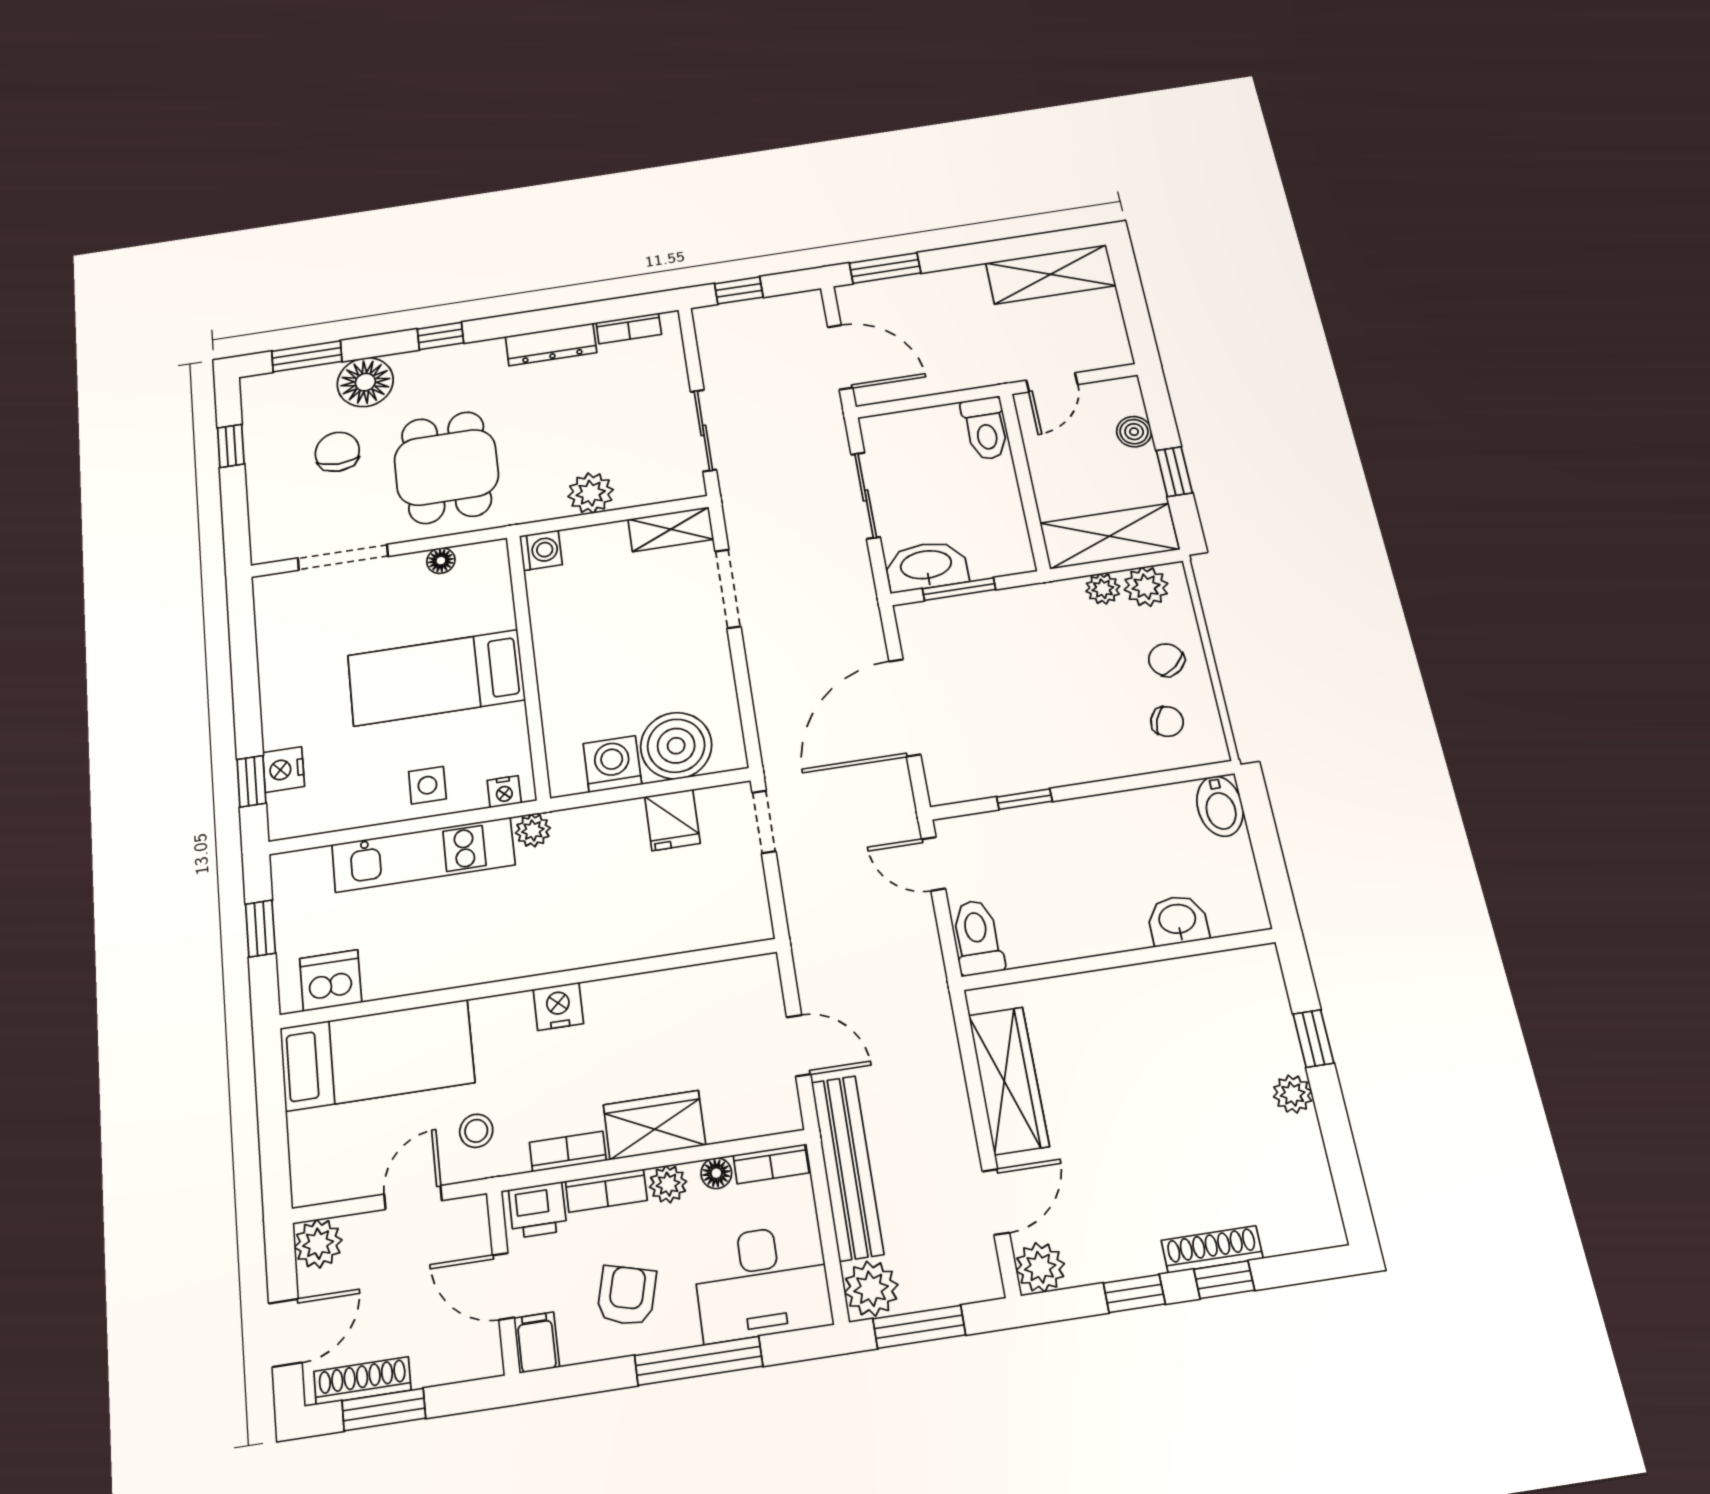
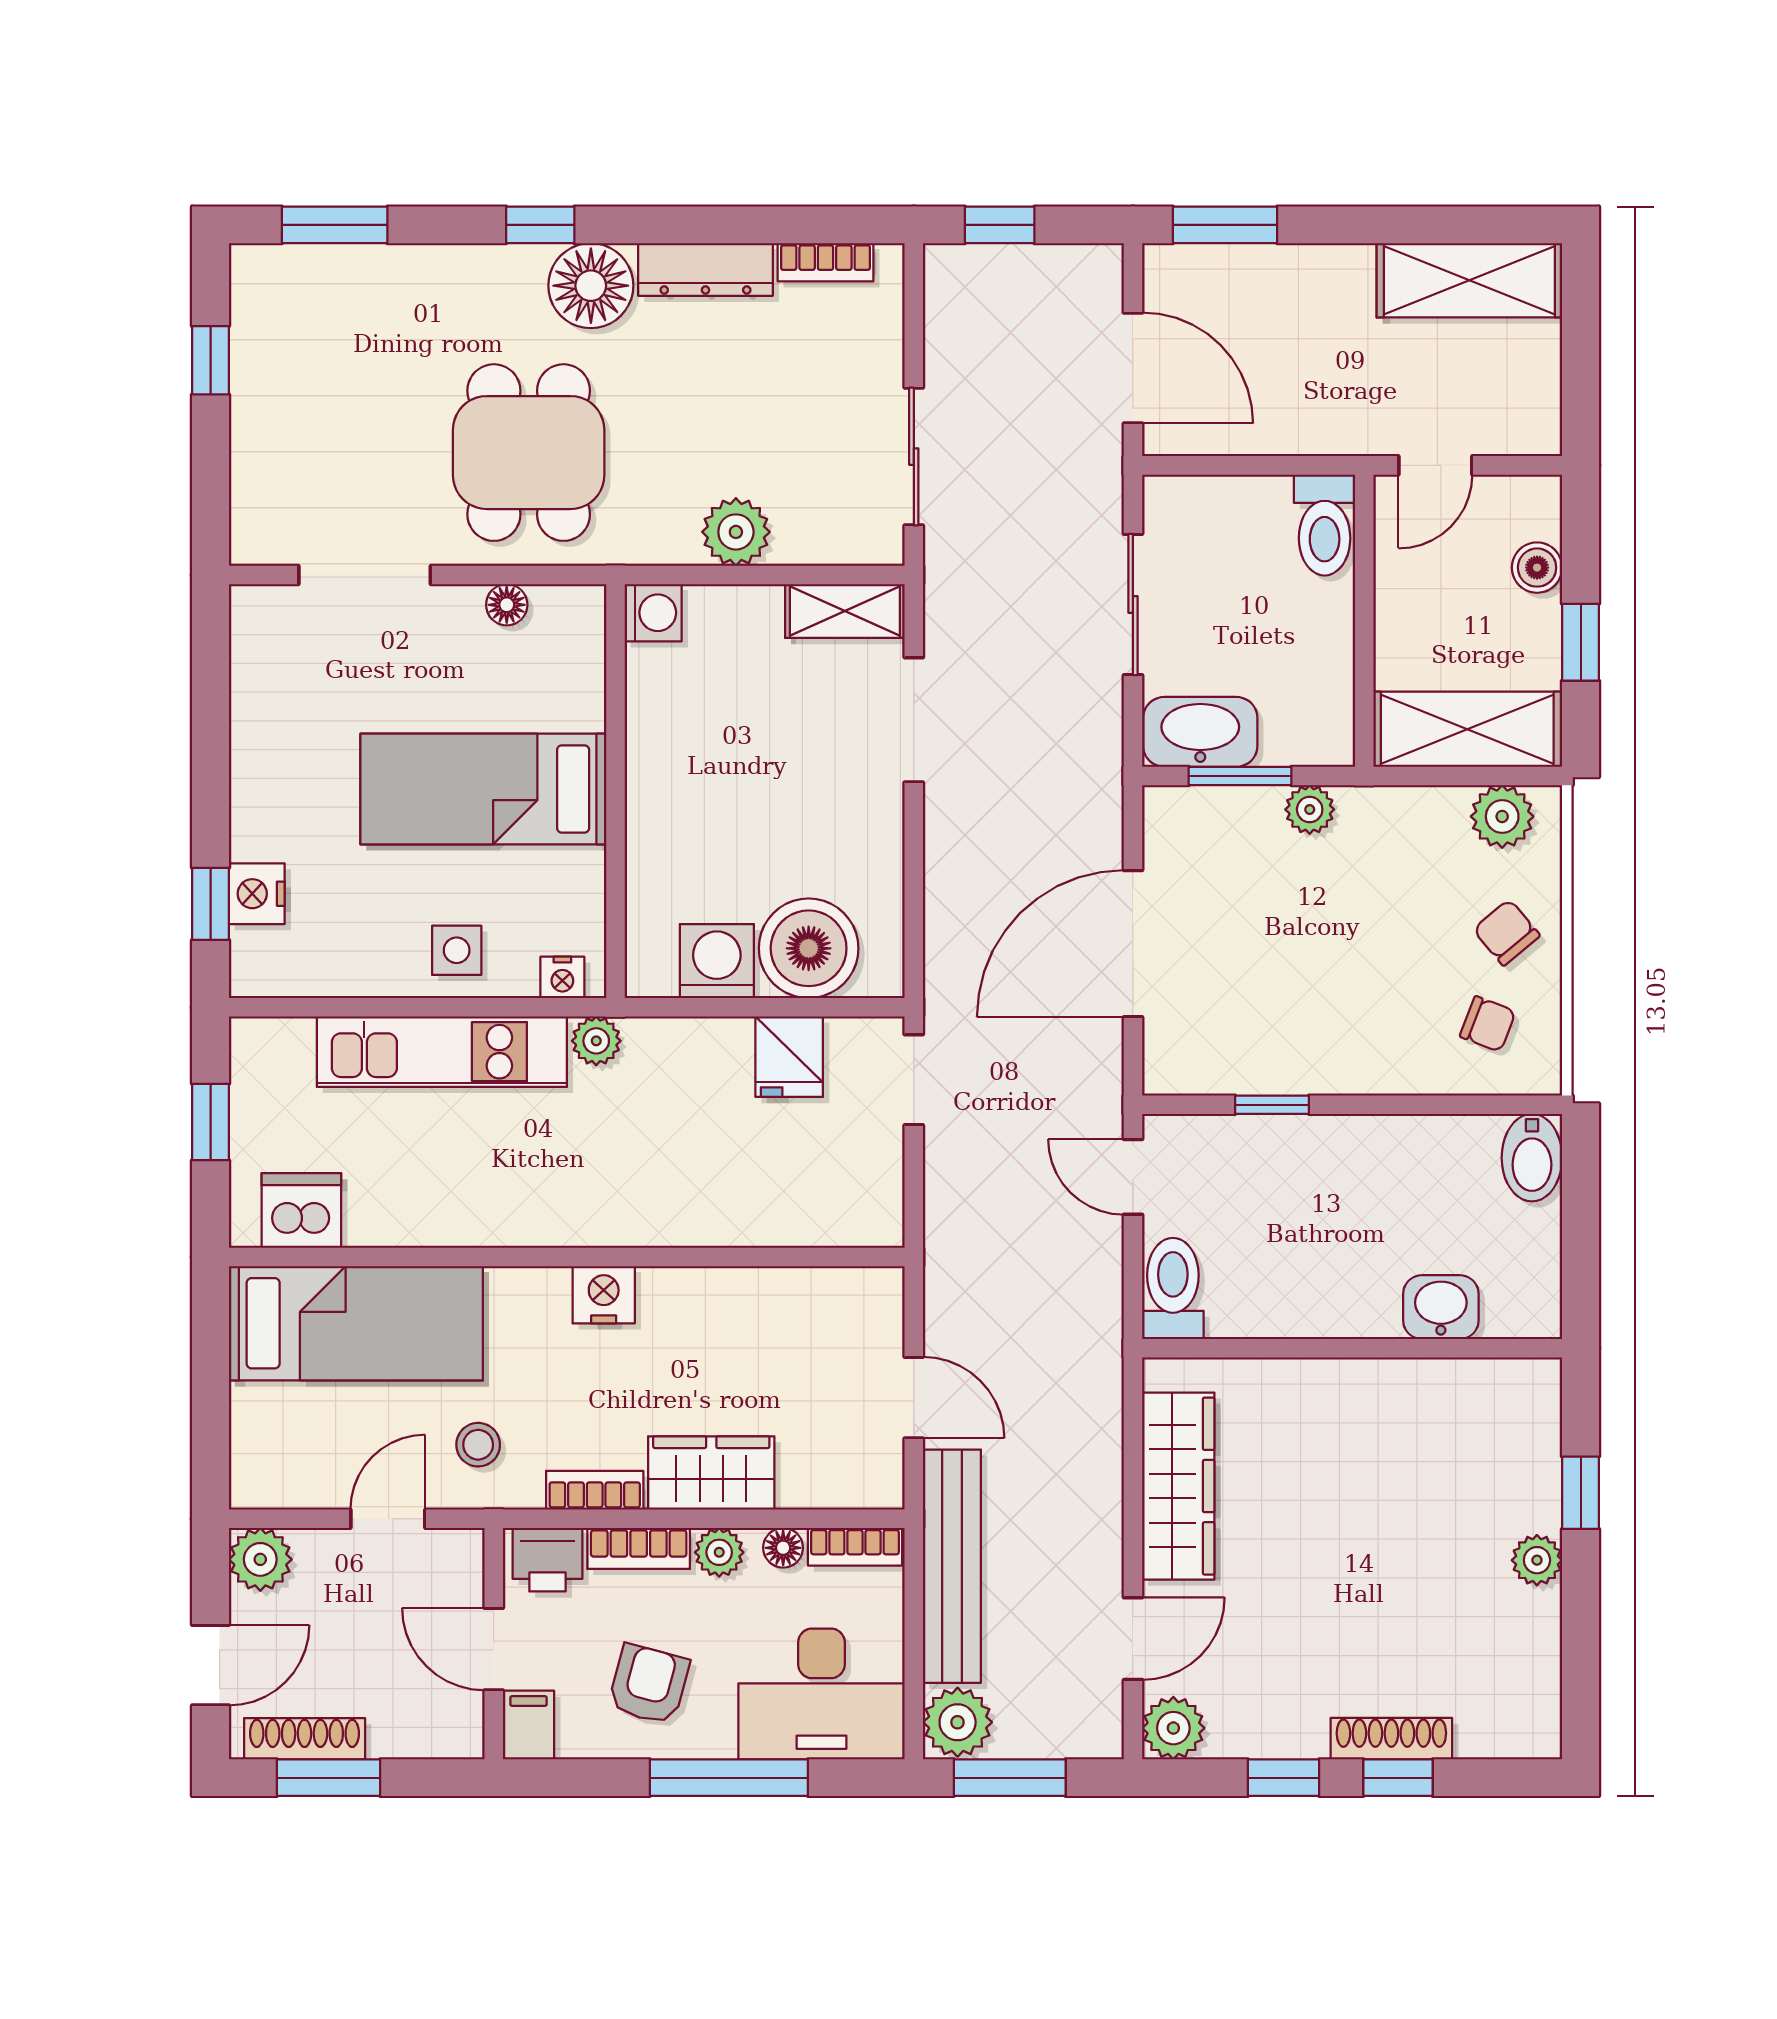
floor lamp: (365, 382) -> (591, 286), moved
chair: (337, 452) -> (369, 398), removed
plant: (1103, 589) -> (1310, 809), moved

